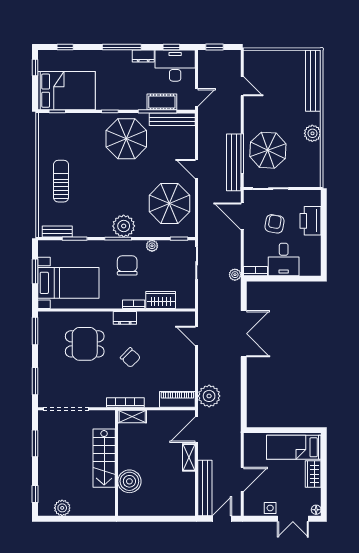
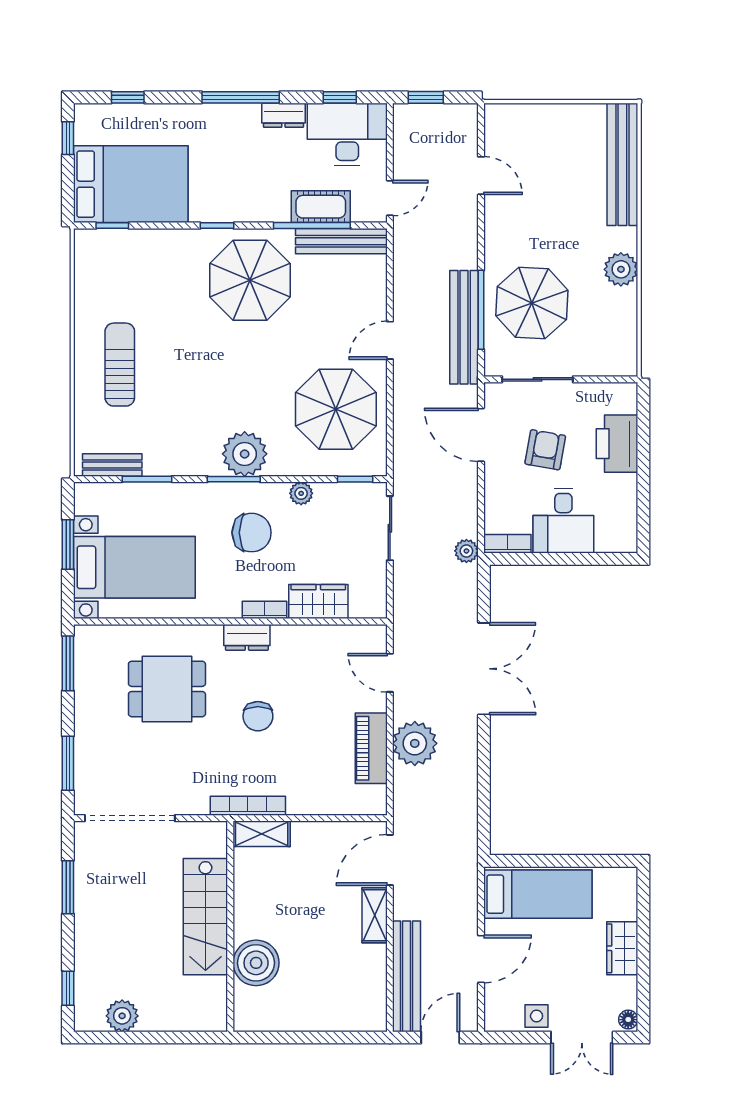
door: (197, 169) -> (390, 340), hinge flipped
chair: (127, 265) -> (252, 533), turned 90
chair: (130, 358) -> (258, 716), turned 45
plant: (209, 396) -> (415, 743), moved
piano: (177, 399) -> (371, 748), moved, turned -90
bed: (294, 447) -> (538, 894), moved, turned 180

